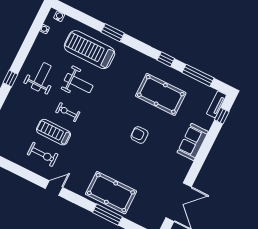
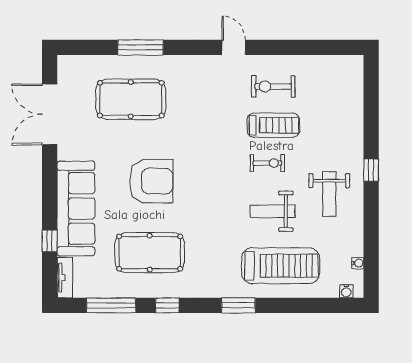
window: (113, 33) -> (238, 305), moved
window: (222, 116) -> (50, 241), moved
armchair: (139, 135) -> (151, 181), width x1.88, depth x1.88
sofa: (193, 142) -> (76, 208), width x1.85, depth x1.27
door: (54, 188) -> (234, 47), swing flipped
pool table: (111, 193) -> (131, 99), moved

